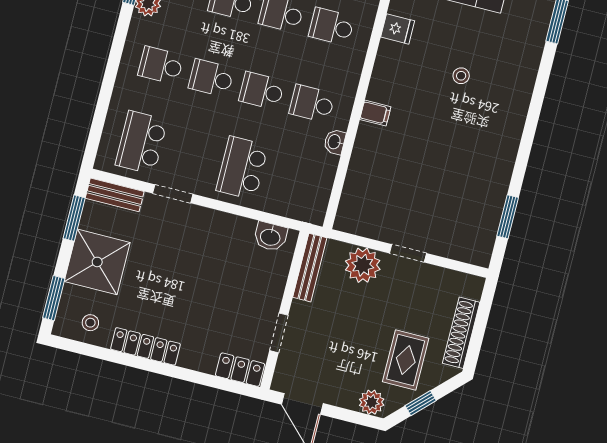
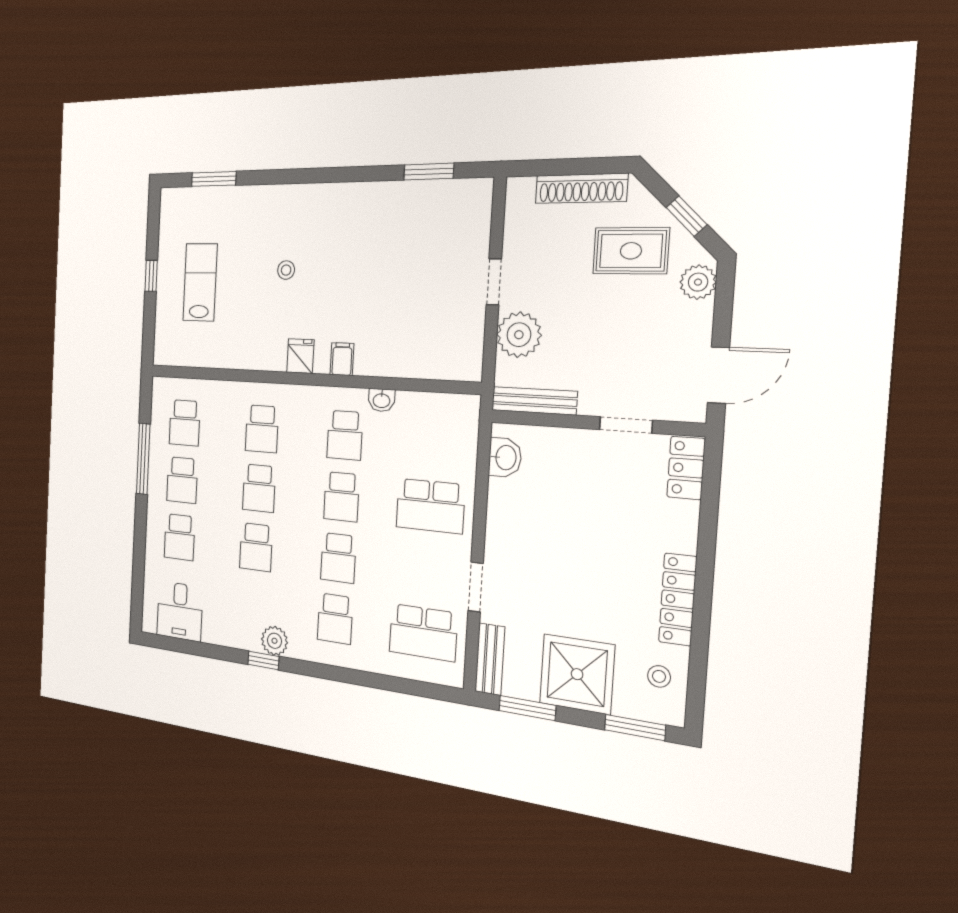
fridge: (398, 29) -> (300, 356), moved

